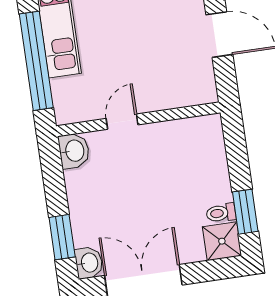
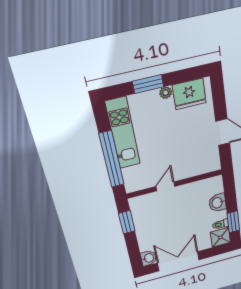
washbasin: (74, 151) -> (217, 203), moved, turned 180
window: (62, 237) -> (127, 222), moved

